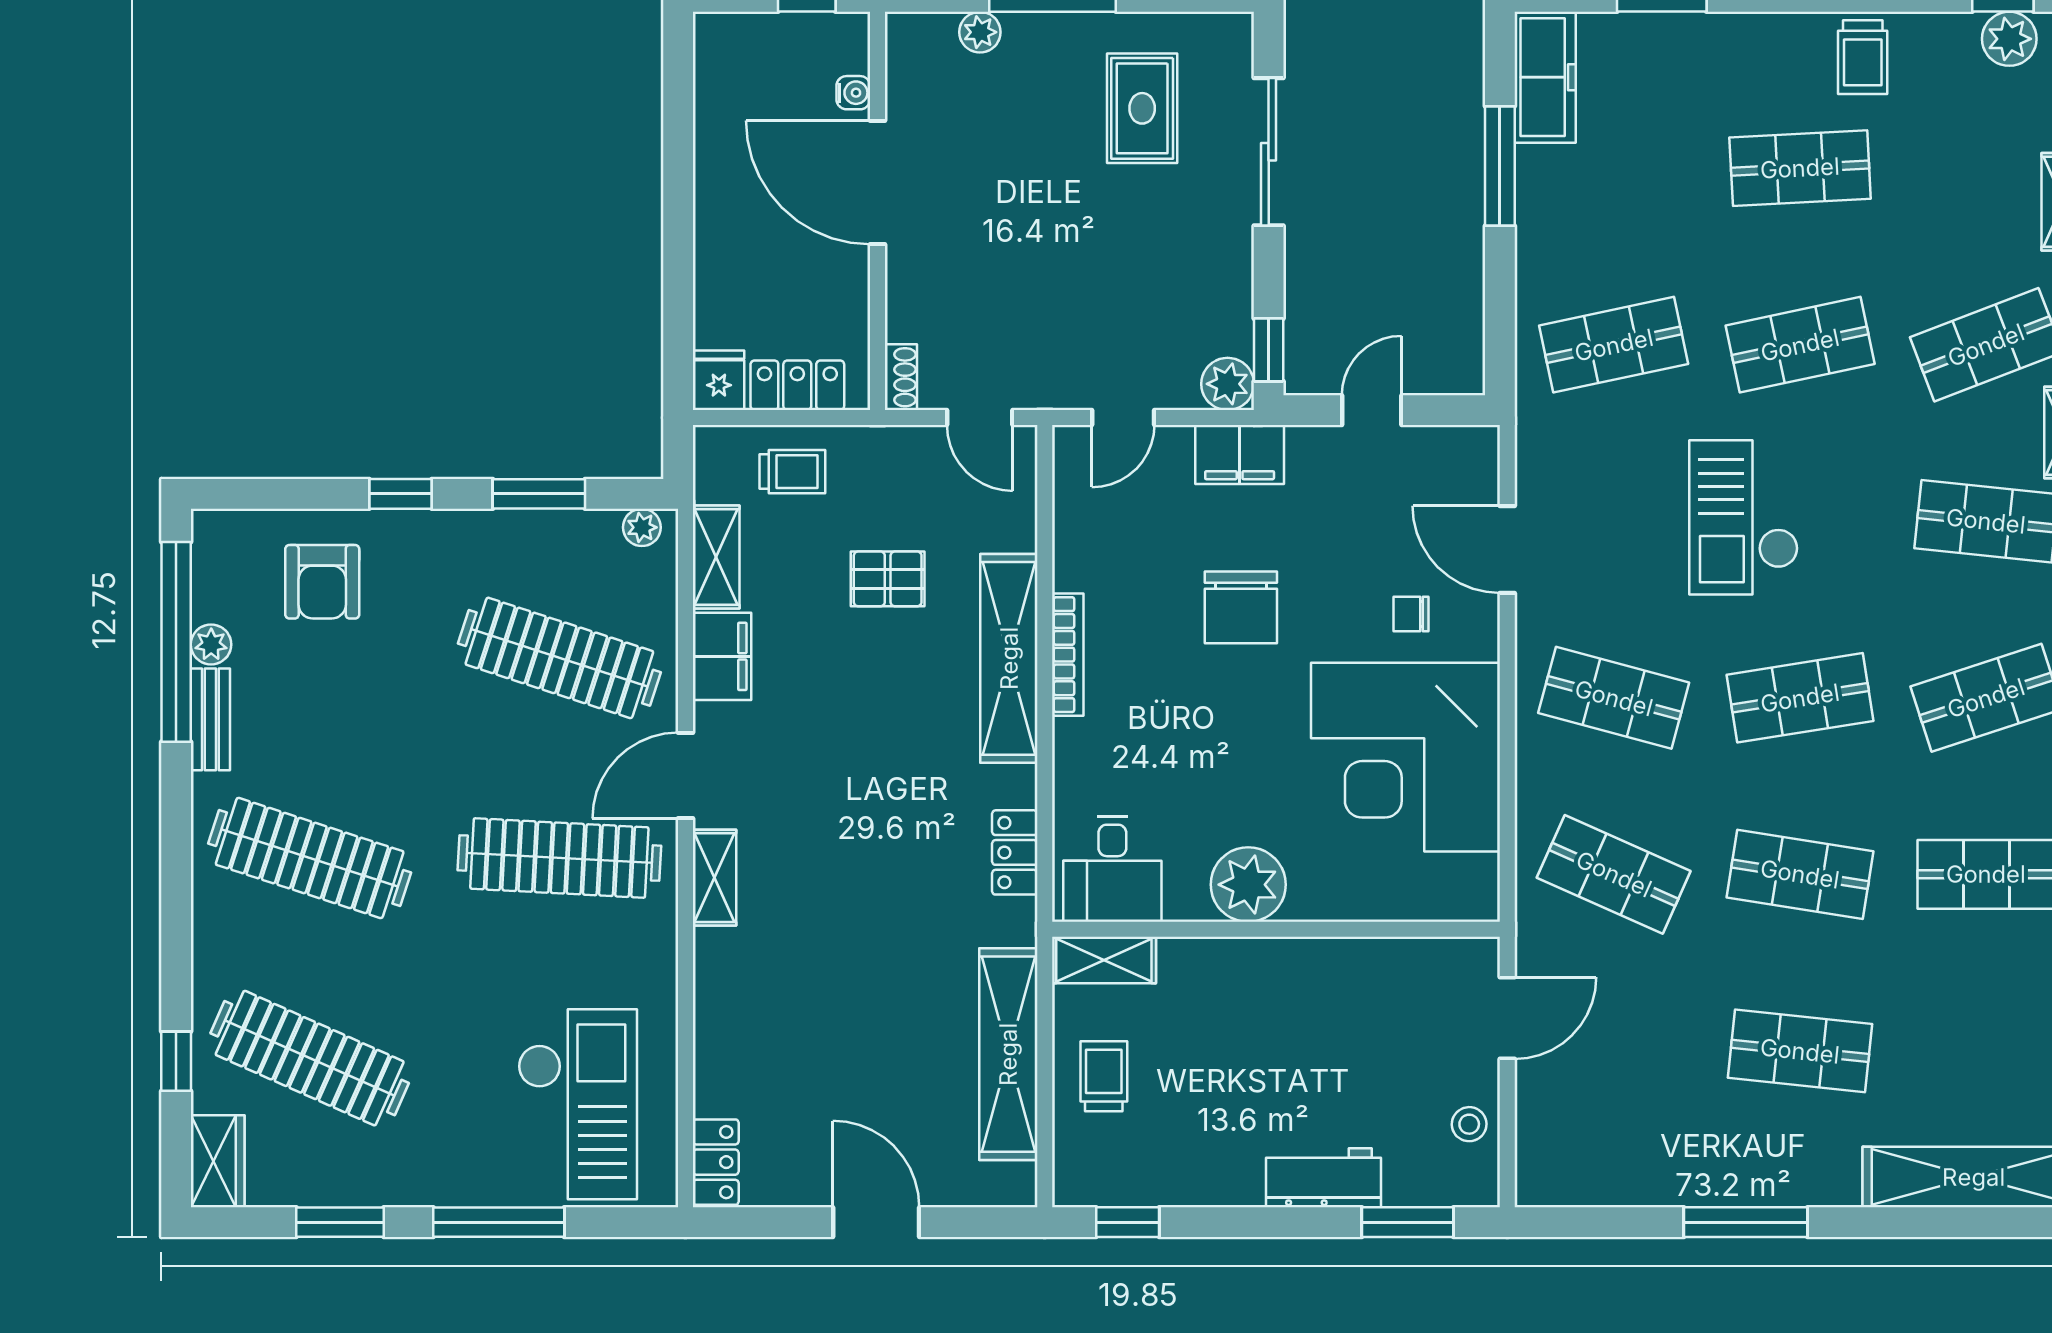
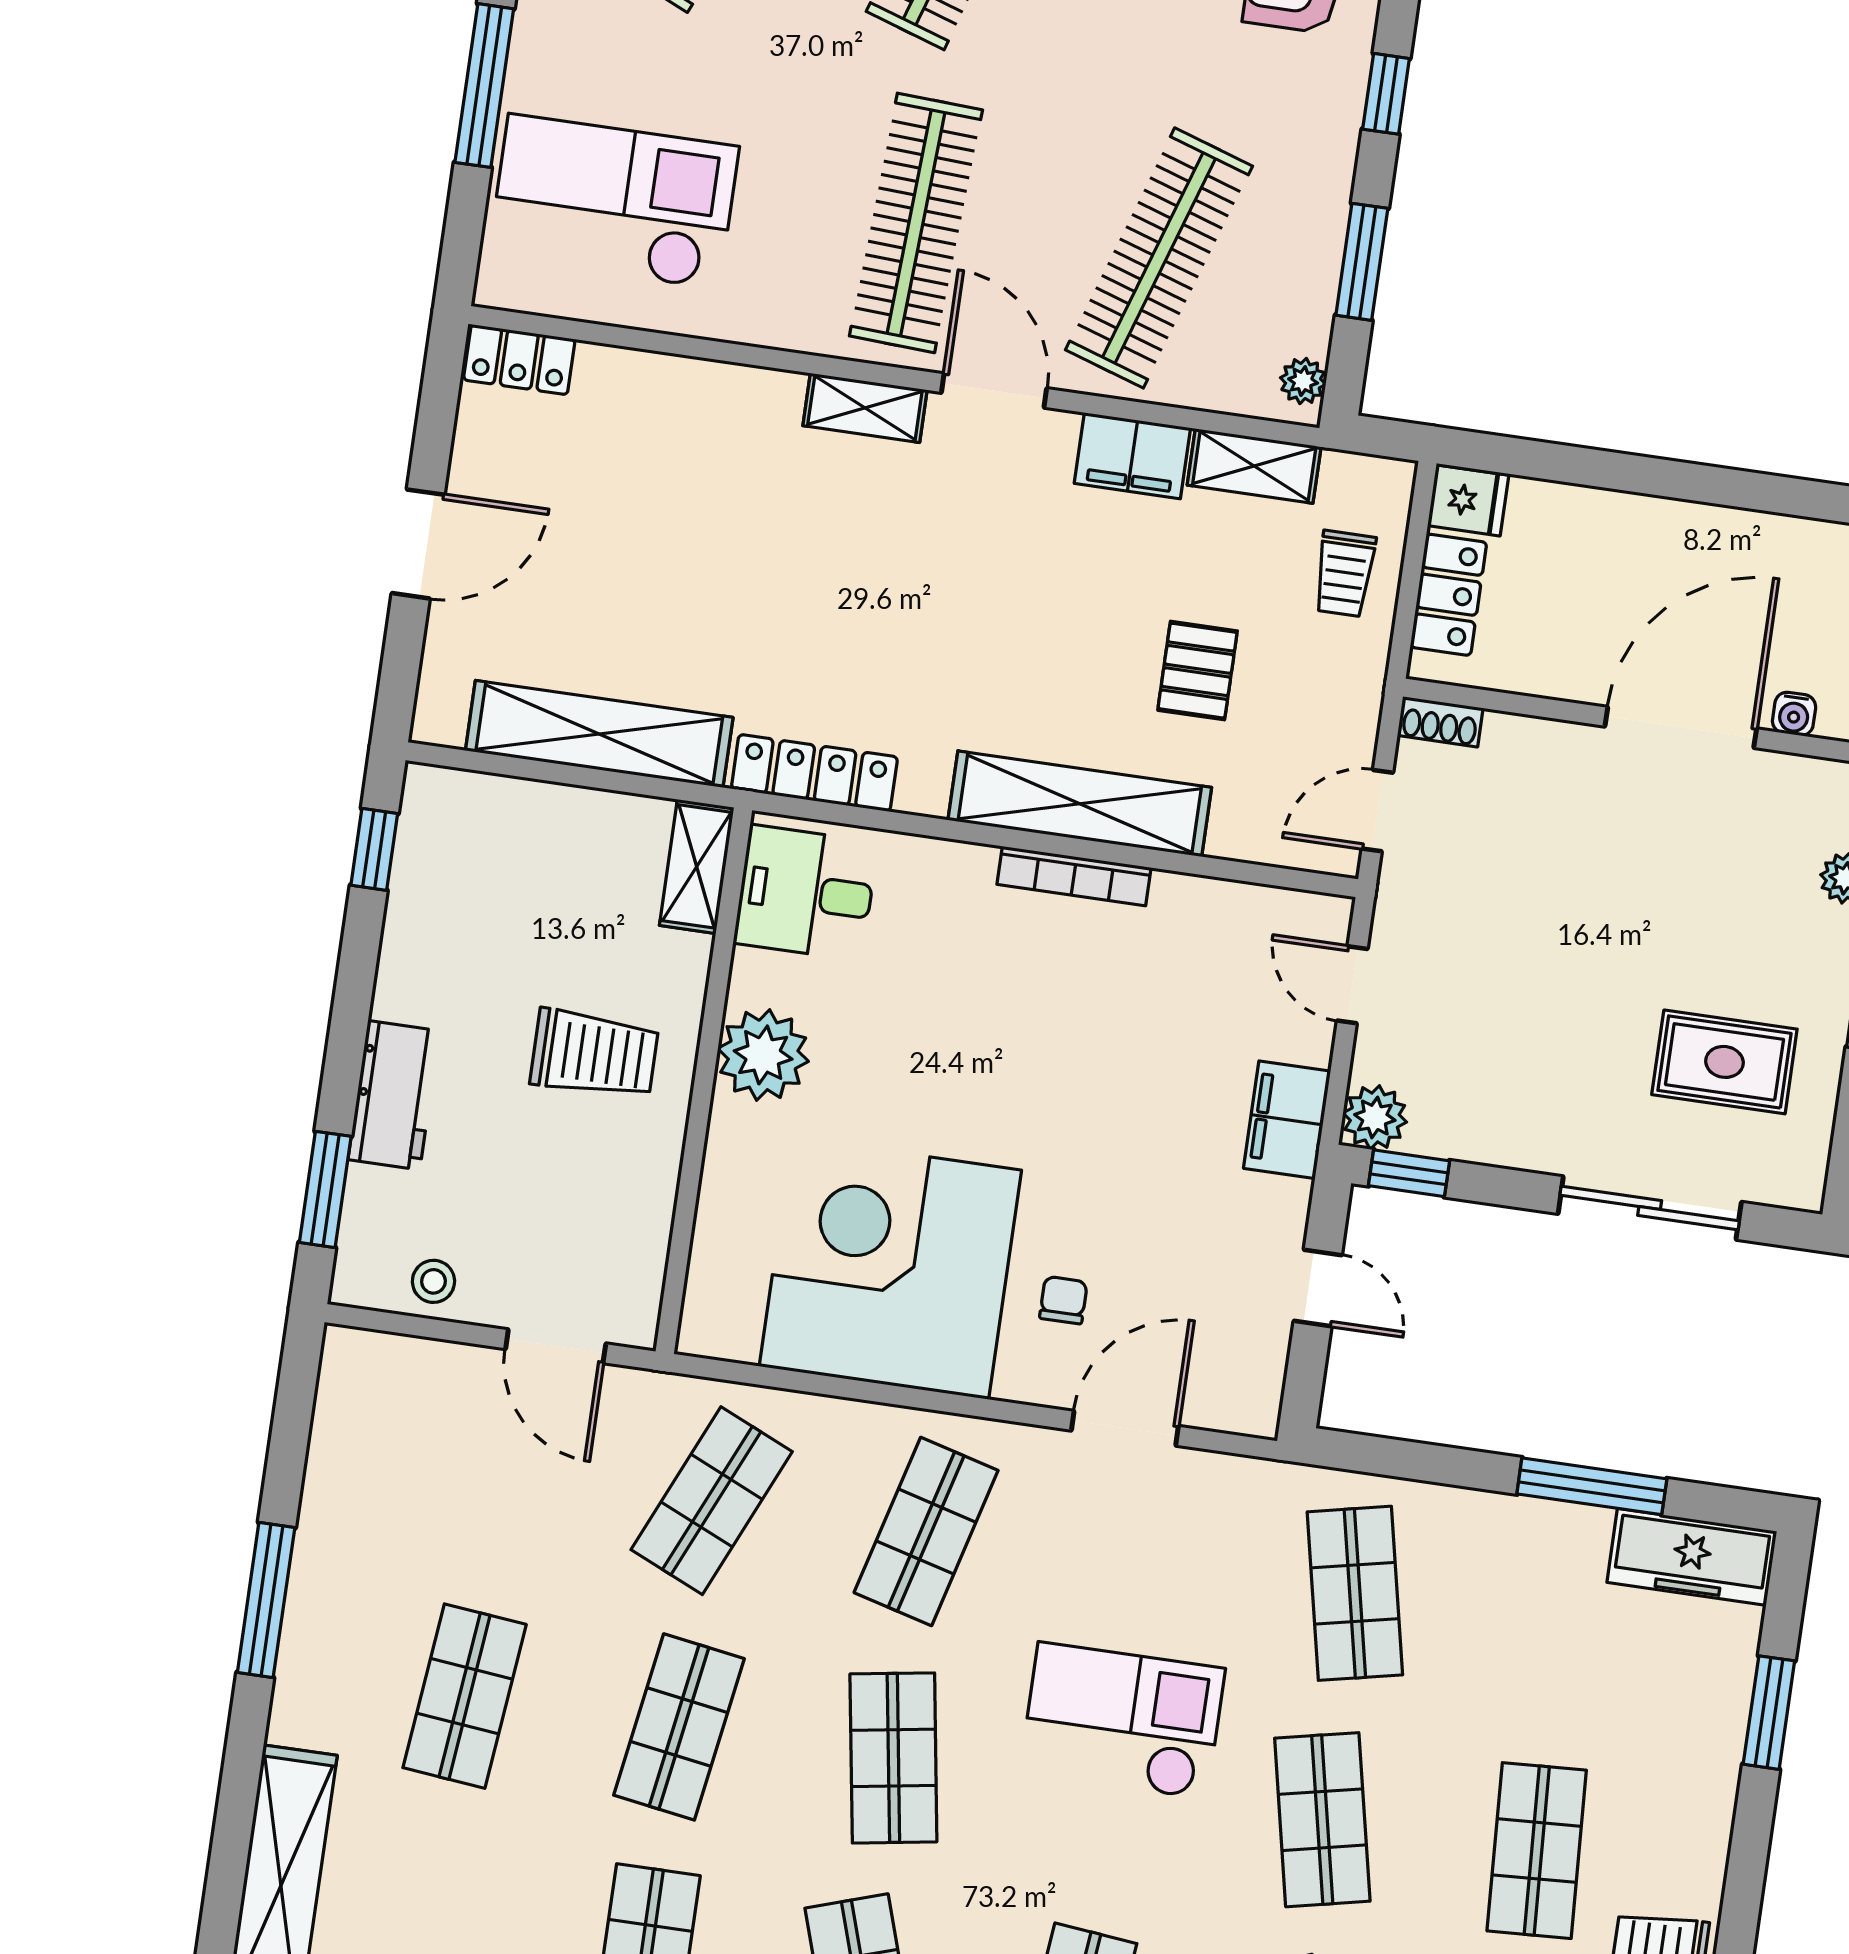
chair: (1241, 607) -> (1101, 1095), removed
locker: (1015, 852) -> (814, 773), width x1.53
trolley: (1104, 1076) -> (594, 1054), moved, width x1.36, depth x1.39
checkout: (578, 1104) -> (614, 202), turned 180

